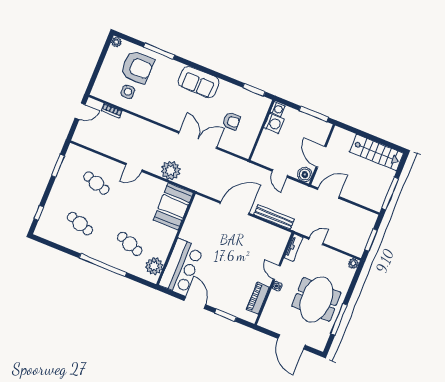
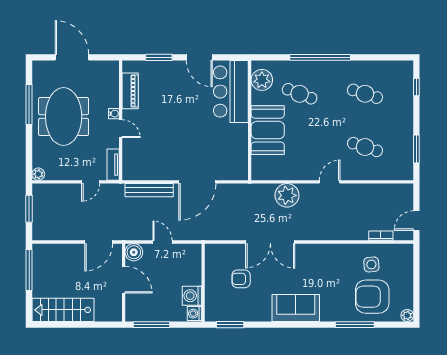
booth: (173, 206) -> (268, 130), moved

